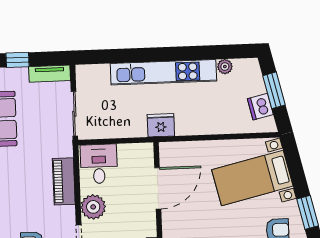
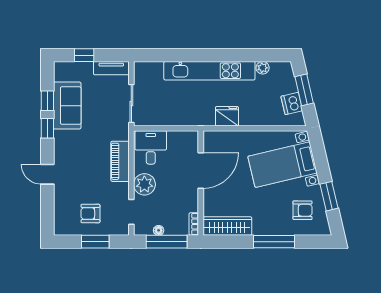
fridge: (161, 125) -> (227, 116), moved

